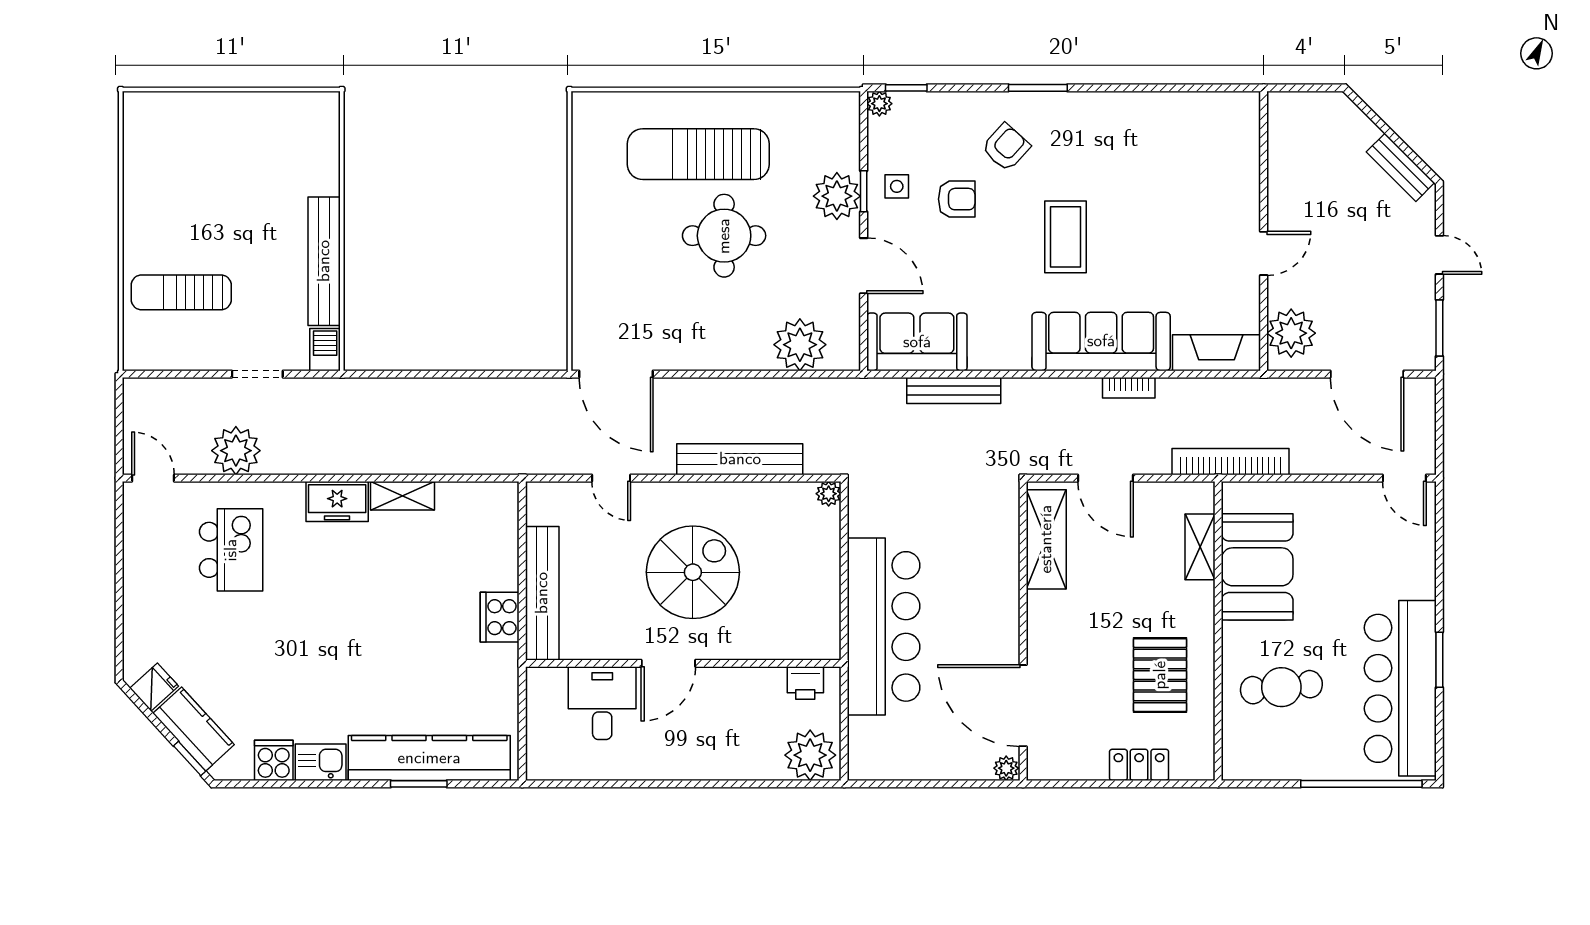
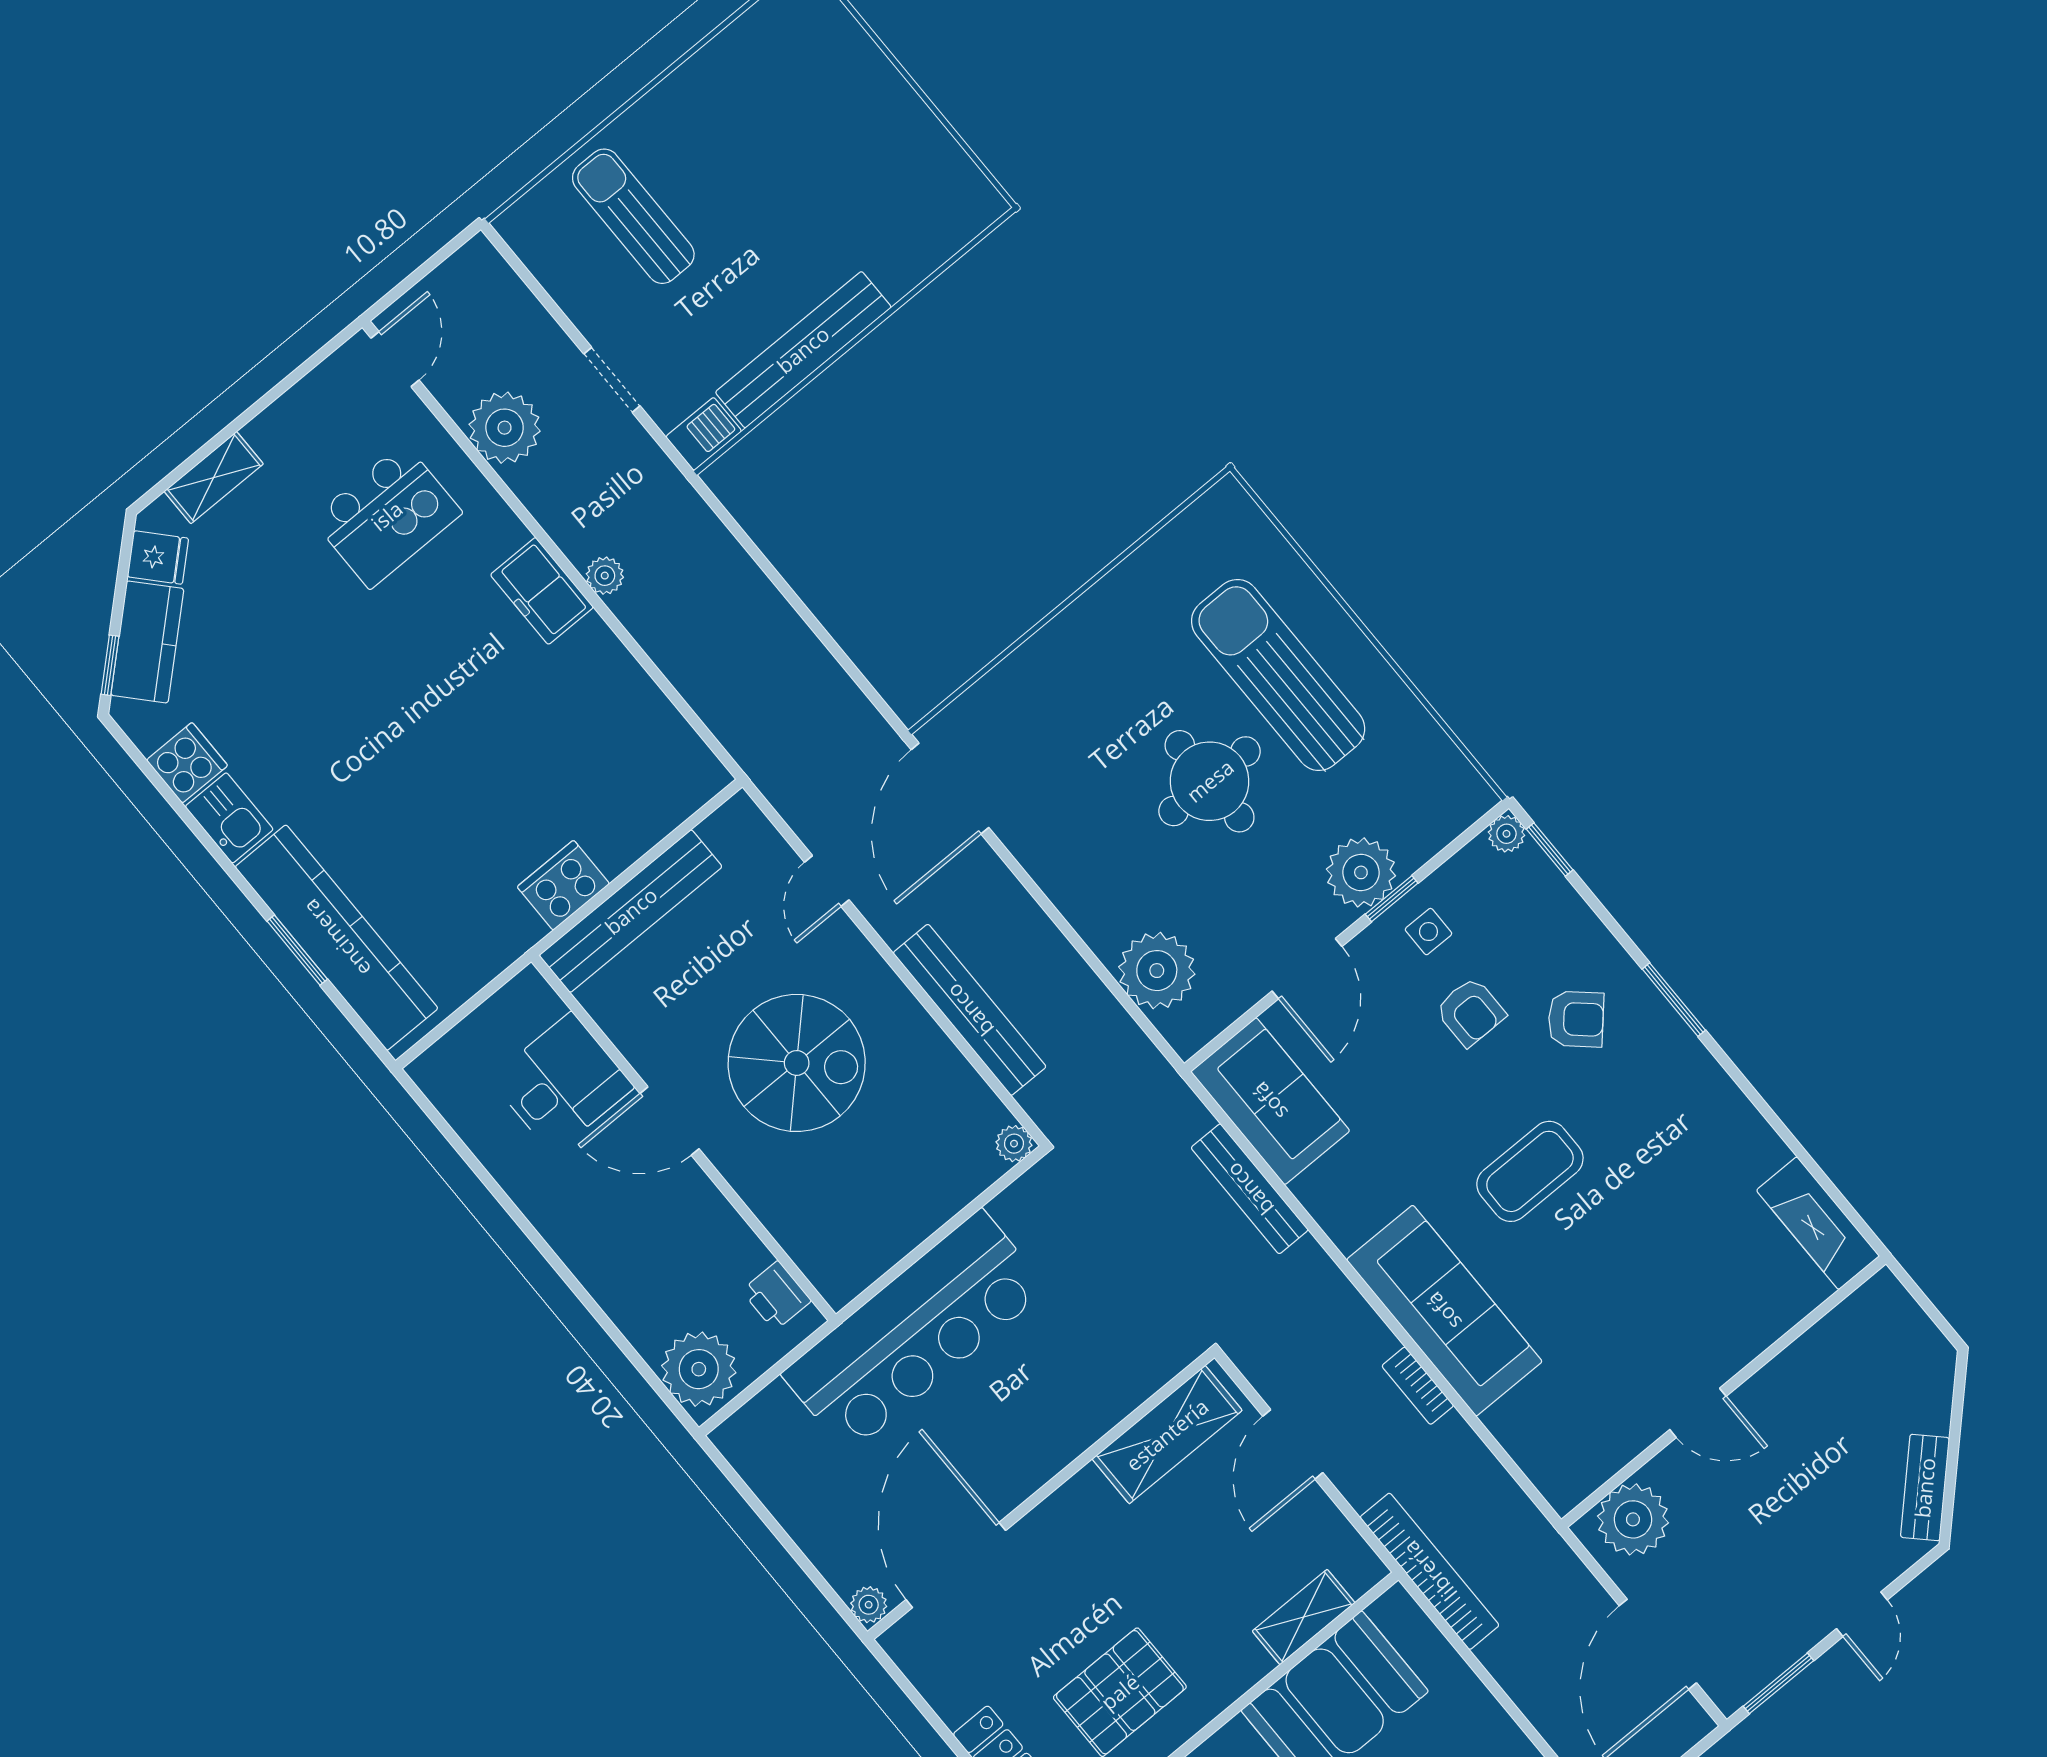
fireplace: (1217, 353) -> (1818, 1223), moved, turned 180
plant: (356, 462) -> (605, 576), added
shelving: (402, 496) -> (214, 478), moved, turned 90

